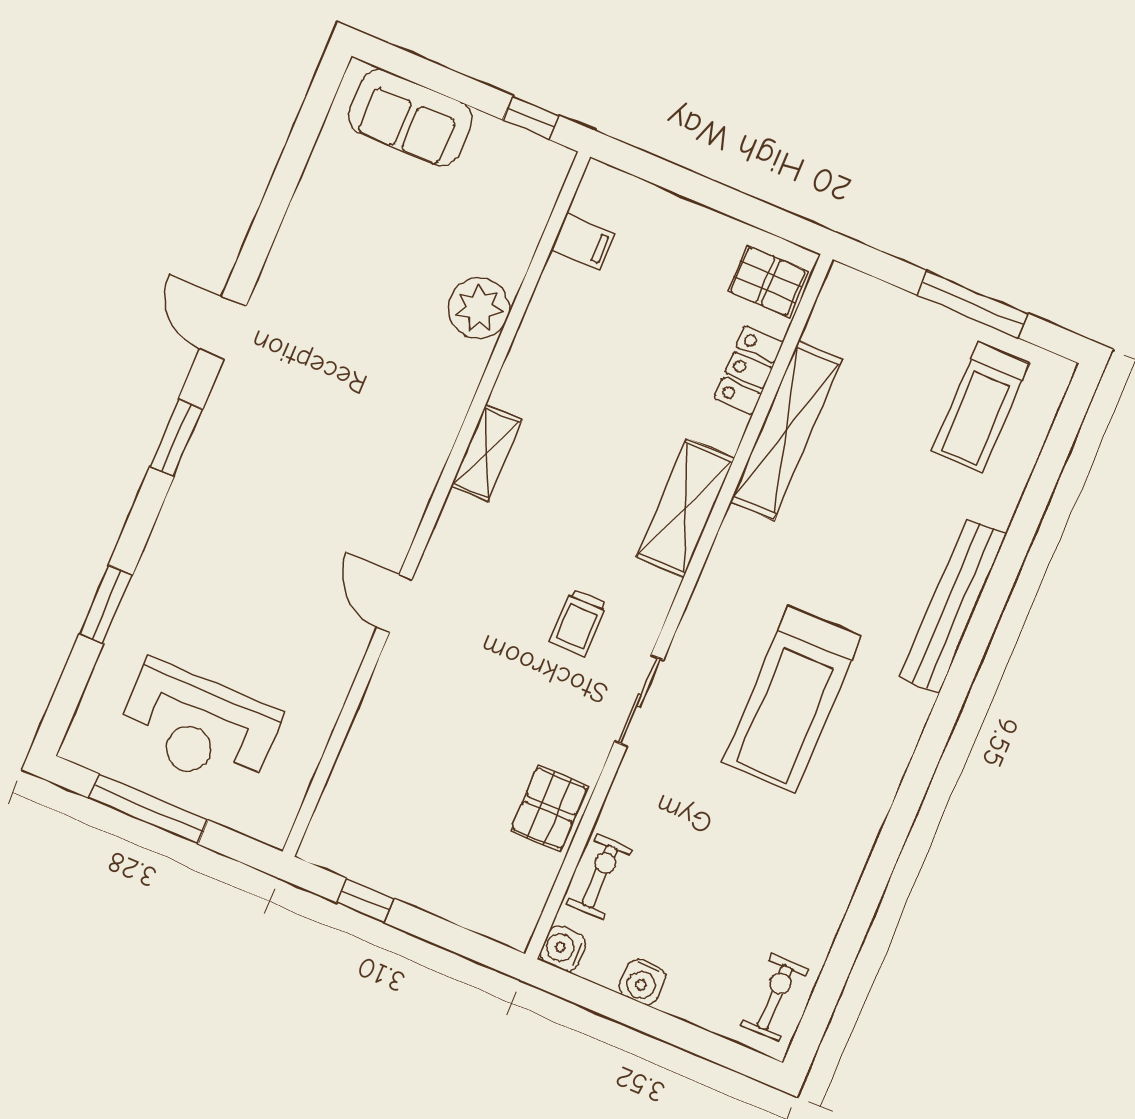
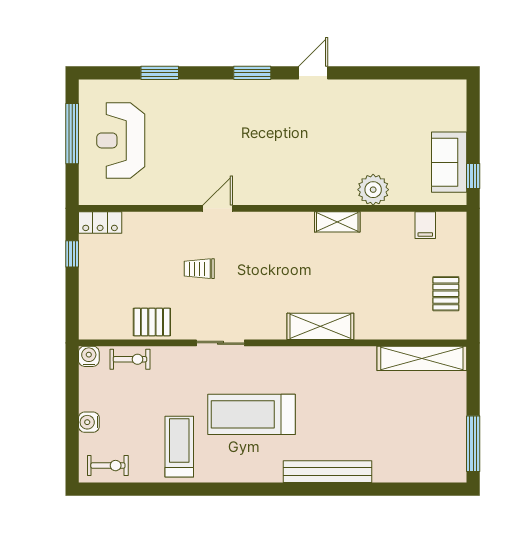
sofa: (410, 118) -> (449, 162), moved
pallet: (768, 281) -> (446, 294), moved
window: (972, 304) -> (473, 444), moved
locker: (749, 370) -> (100, 223), moved, turned 180
treadmill: (980, 407) -> (179, 447), moved, turned 90
shelving: (786, 430) -> (422, 358), moved
shelving: (487, 453) -> (337, 222), moved
trolley: (578, 622) -> (199, 269), moved
water cooler: (642, 982) -> (89, 422), moved

